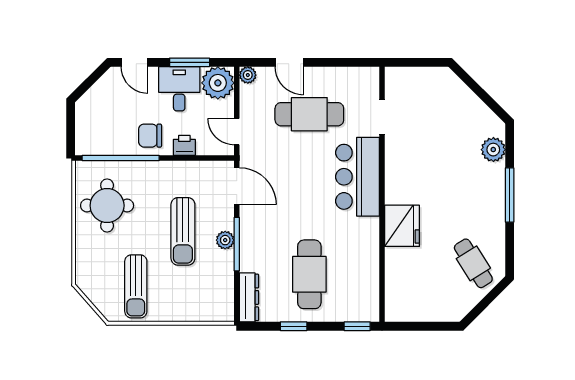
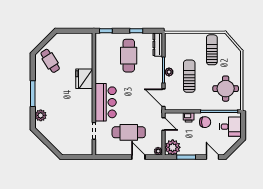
desk: (179, 89) -> (230, 127), moved, turned -90

